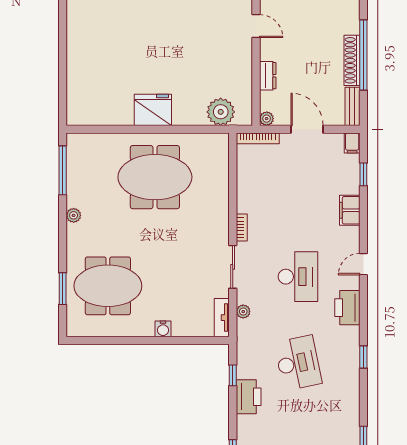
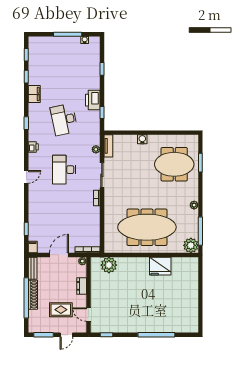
rug: (304, 35) -> (61, 310), added
fridge: (153, 110) -> (160, 266), moved
door: (307, 129) -> (59, 255), swing flipped
plant: (79, 146) -> (191, 245), added
meeting table: (155, 177) -> (147, 227), width x1.36
filing cabinet: (350, 210) -> (34, 94), moved
printer: (347, 308) -> (33, 147), width x0.53, depth x0.68

